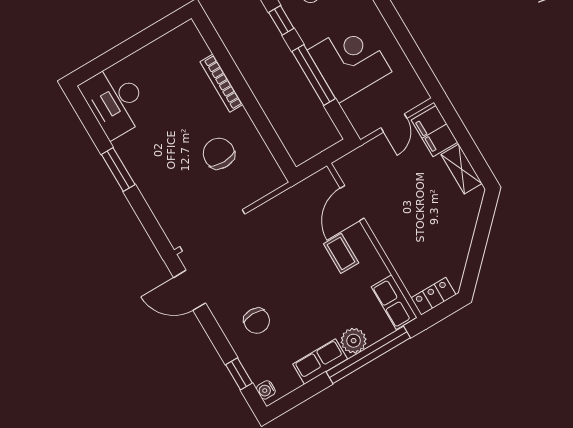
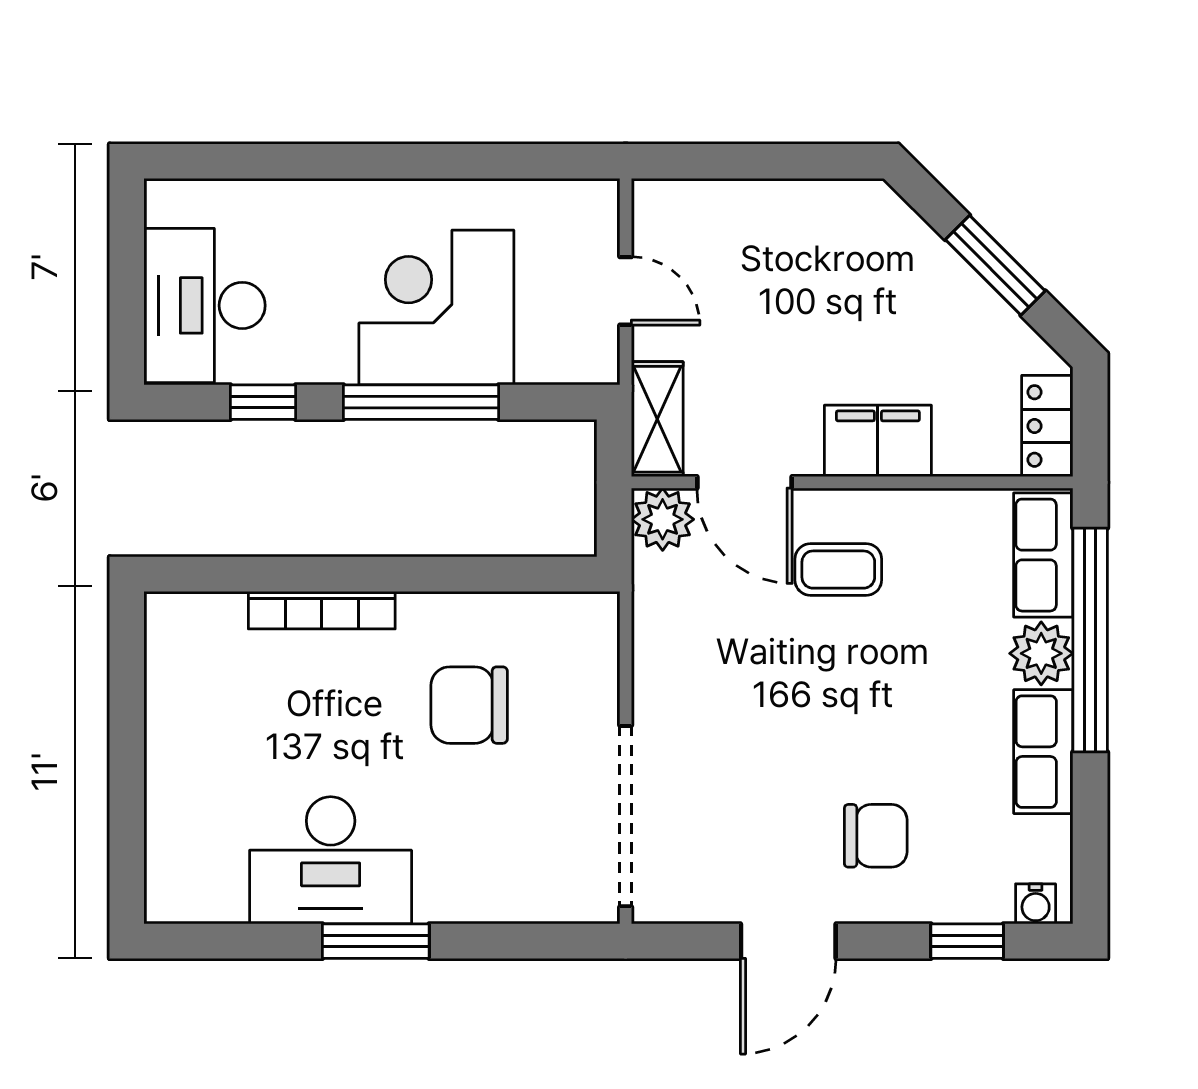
desk: (115, 101) -> (331, 860), moved
filing cabinet: (434, 131) -> (878, 441), moved, turned 180
shelving: (462, 169) -> (657, 419), moved, turned 90
plant: (323, 182) -> (663, 519), added
window: (478, 245) -> (995, 265), added
door: (190, 290) -> (788, 941), moved
row of seats: (394, 302) -> (1043, 555), moved, turned 90

